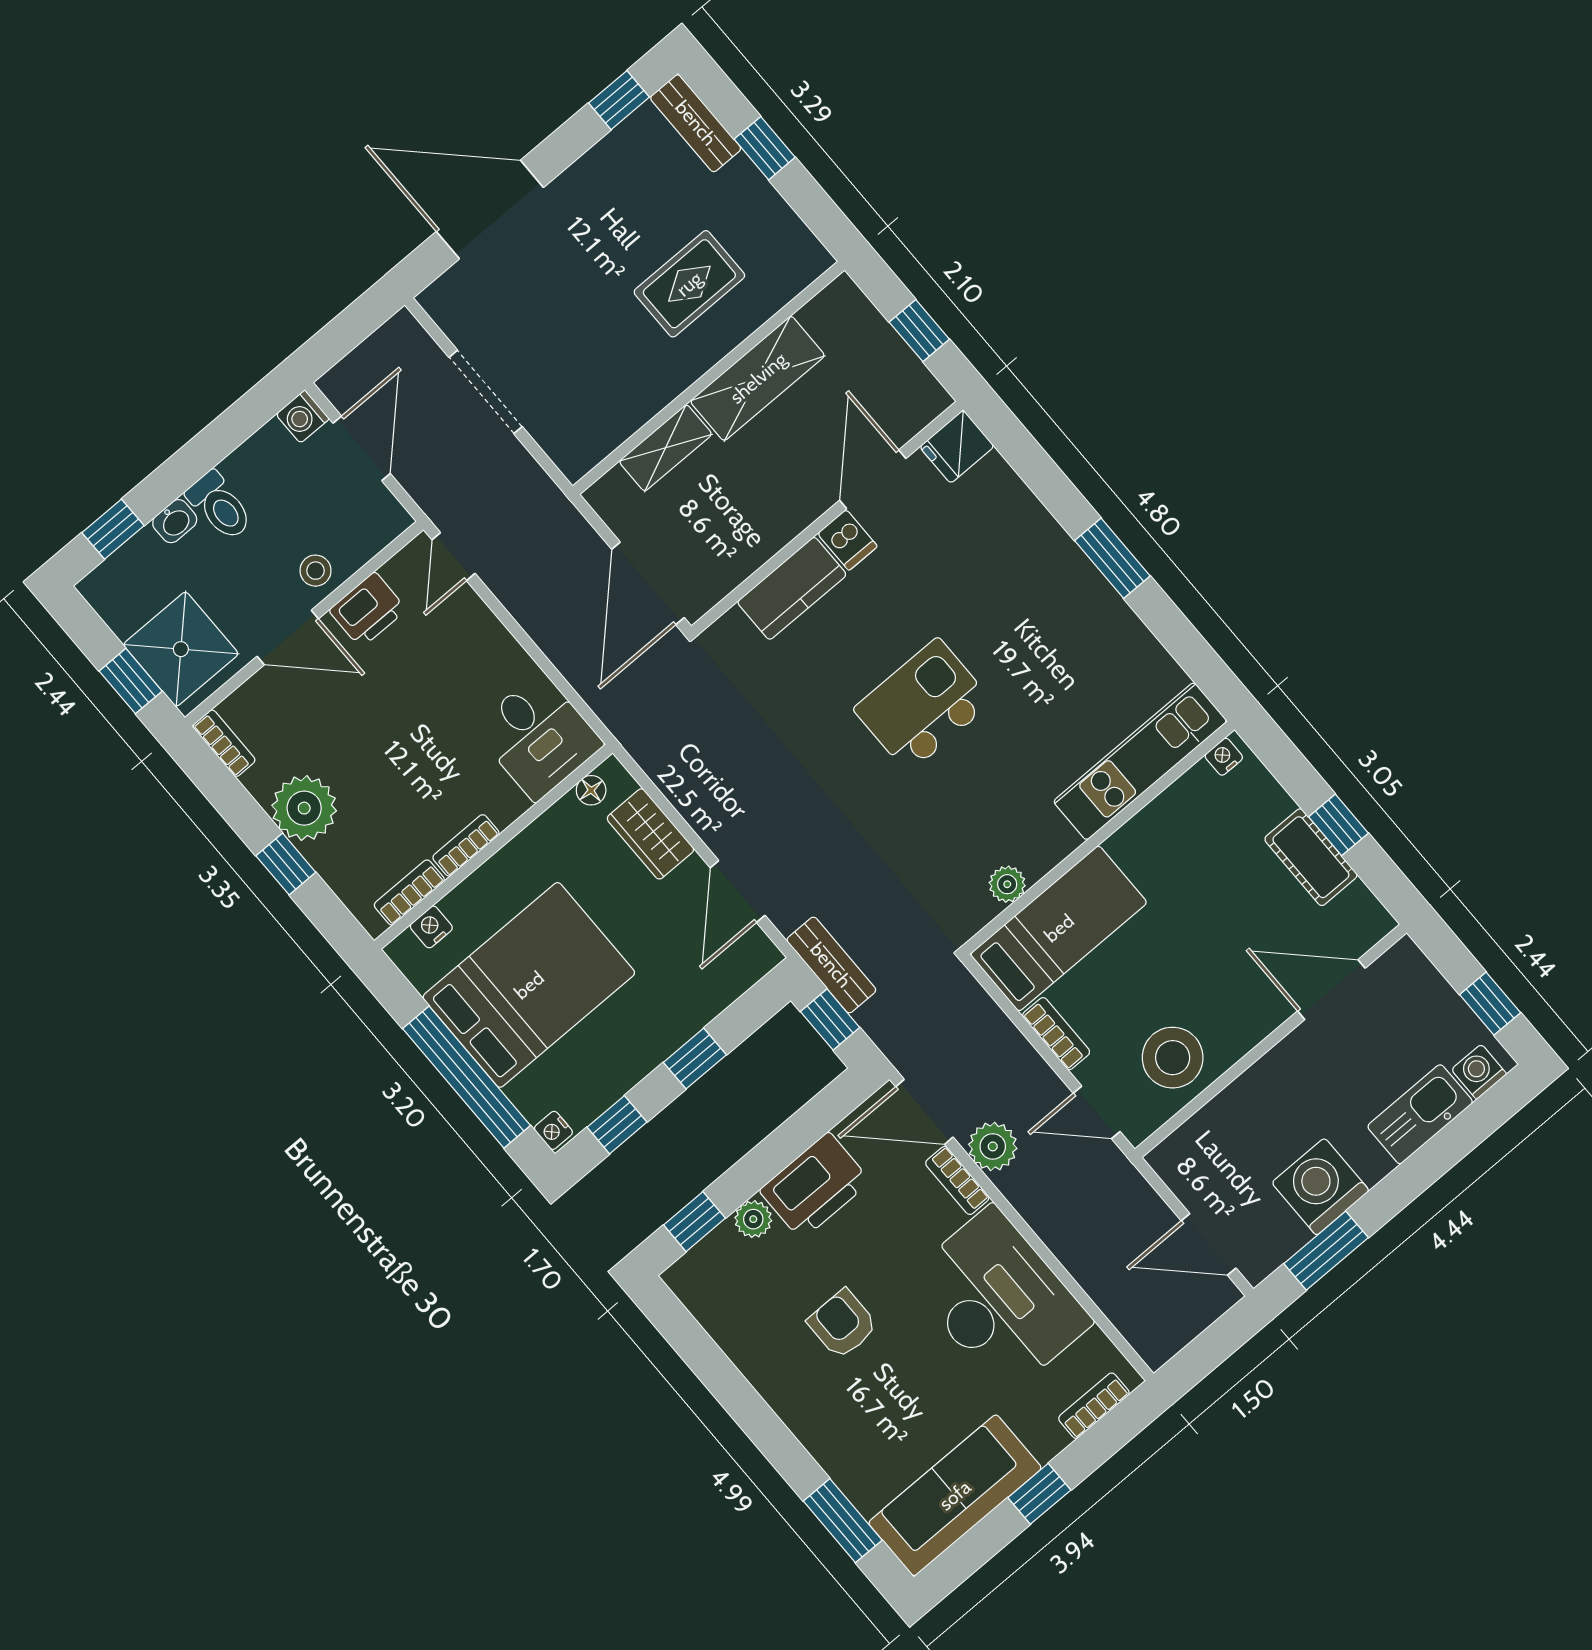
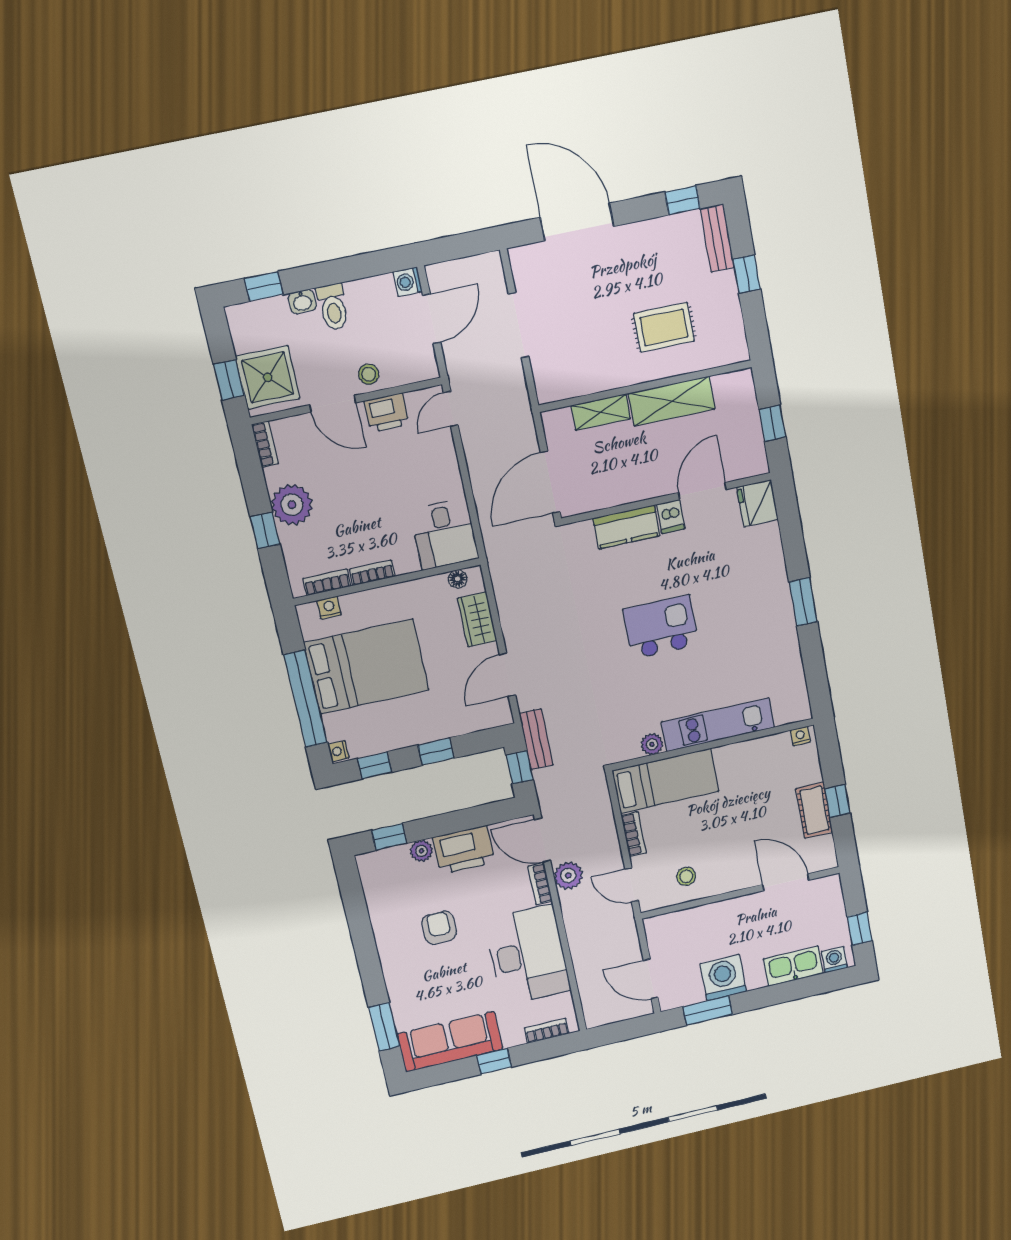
fridge: (957, 447) -> (758, 503), width x1.38
kitchen unit: (1140, 761) -> (718, 725), moved
stool: (1173, 1058) -> (686, 876), width x0.53, depth x0.53

